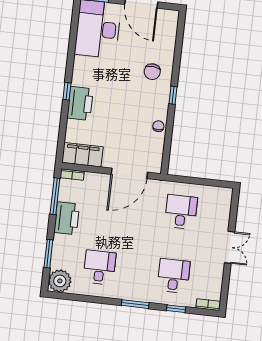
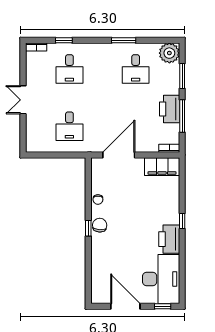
chair: (152, 72) -> (100, 225), moved
printer: (80, 103) -> (169, 239), moved
window: (55, 196) -> (182, 116), moved
window: (135, 304) -> (124, 40), moved

